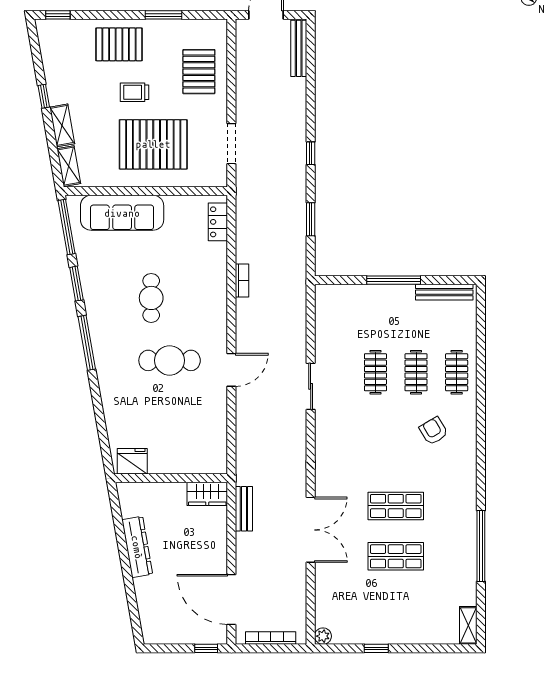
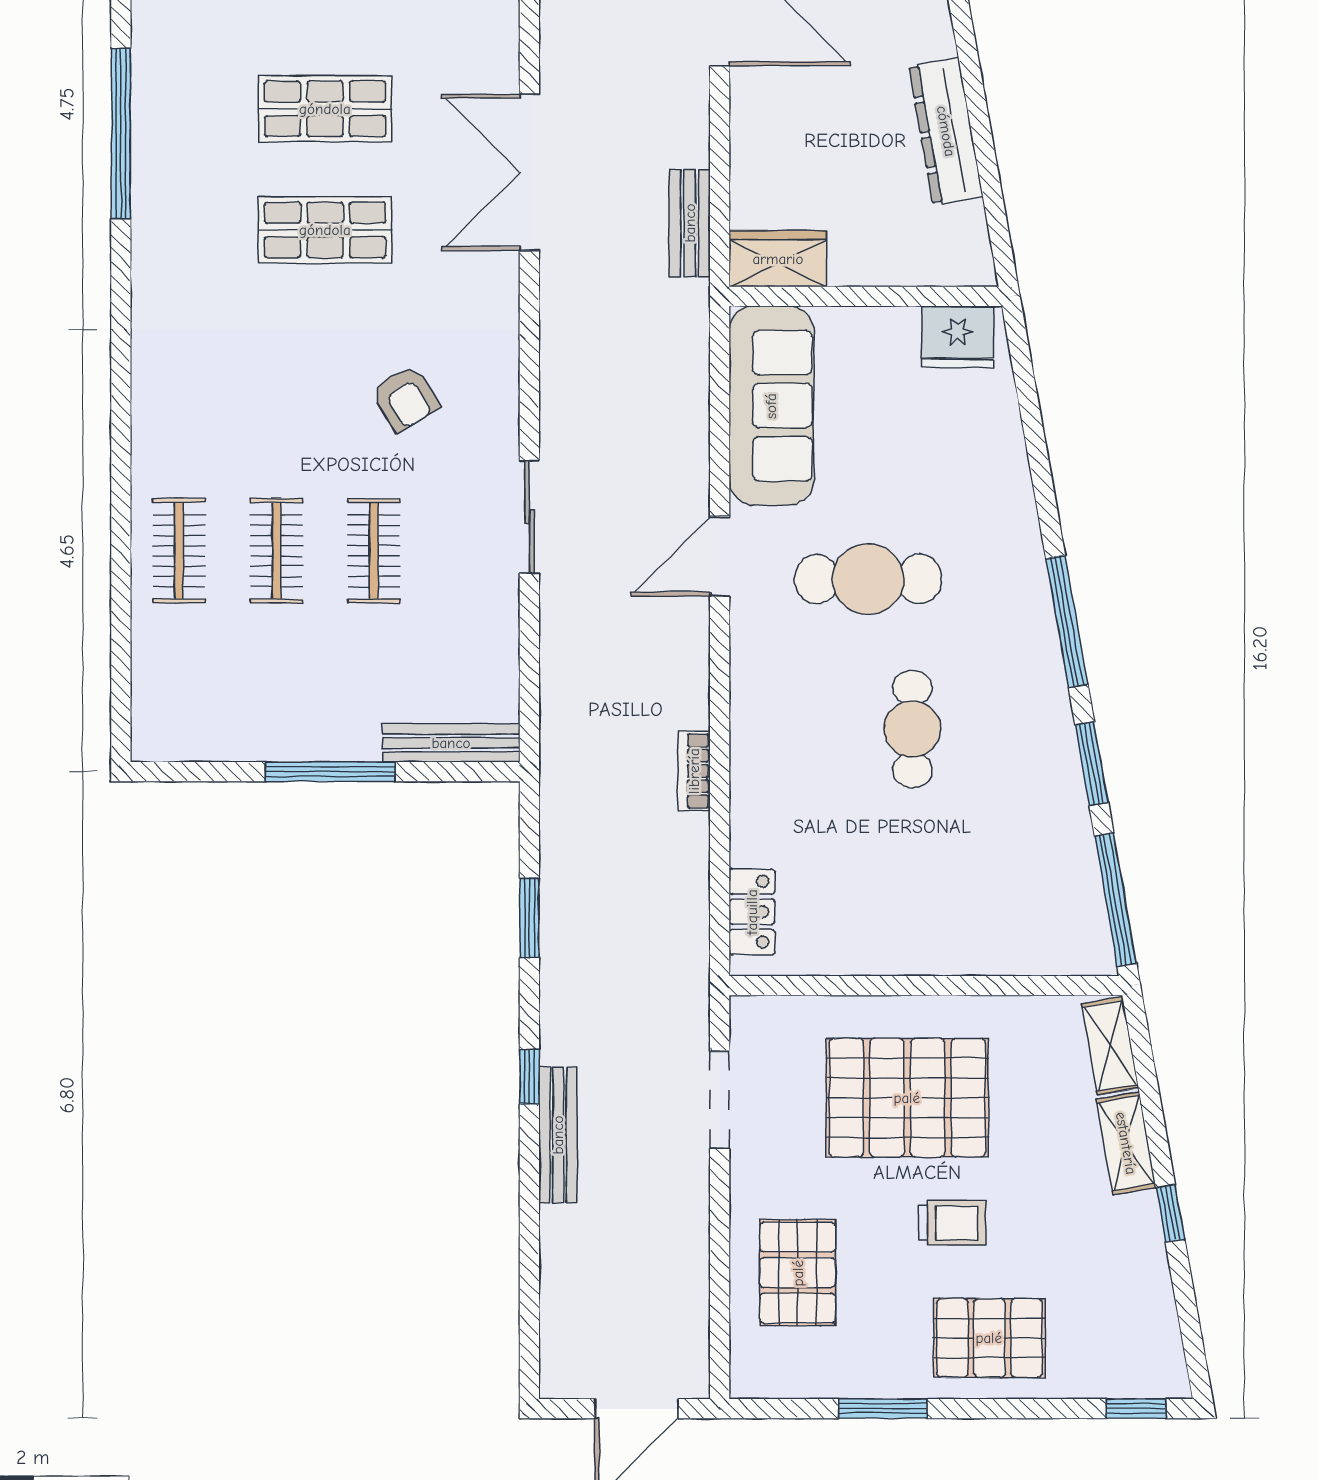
bench: (299, 48) -> (558, 1135), moved
sofa: (122, 213) -> (771, 406), moved, turned 90
bench: (444, 292) -> (451, 743), moved
armchair: (434, 431) -> (406, 398), moved

